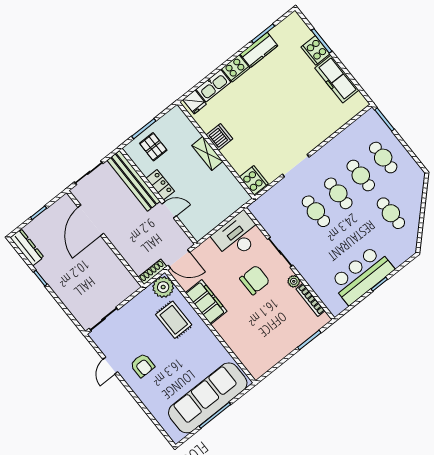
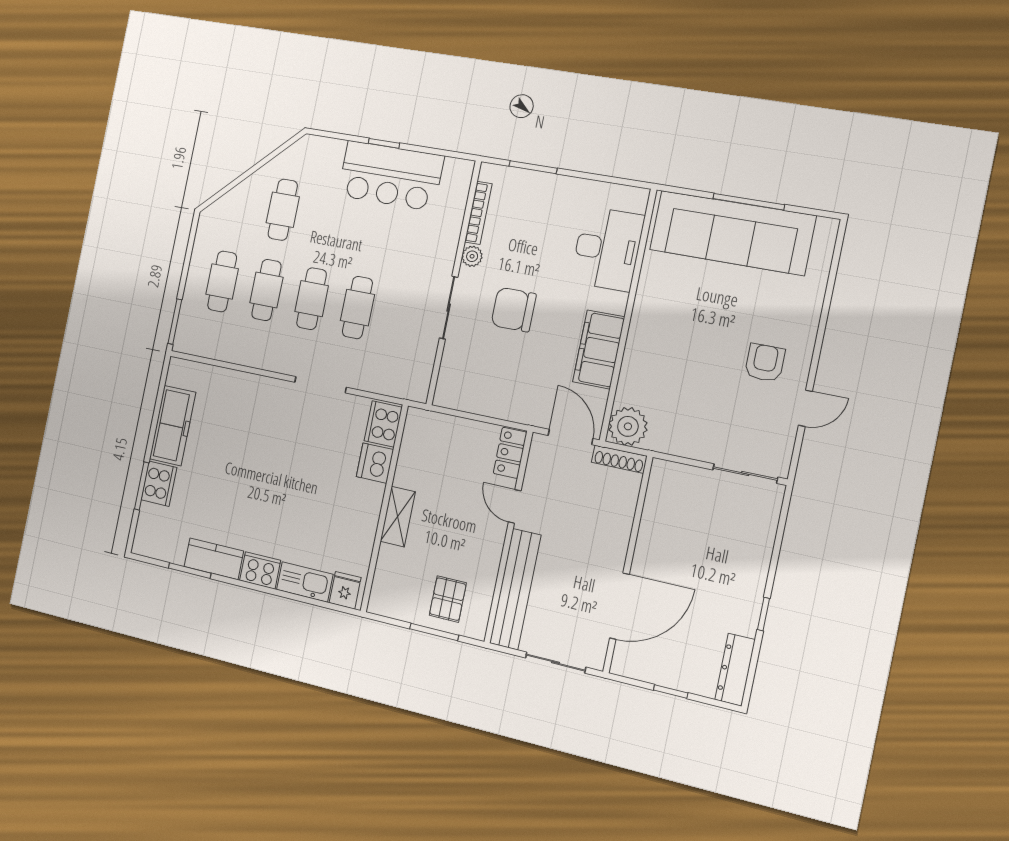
dishwasher: (219, 137) -> (375, 463), moved
locker: (160, 185) -> (510, 453), moved
desk: (237, 236) -> (607, 249), moved, turned -90
rug: (174, 320) -> (661, 373), removed

